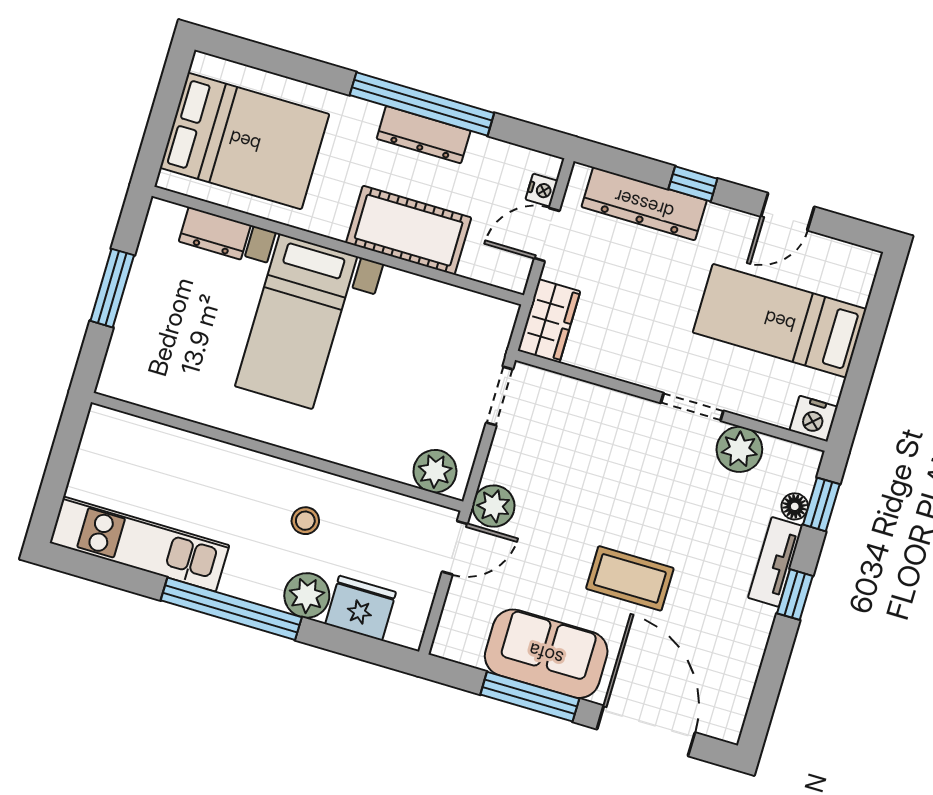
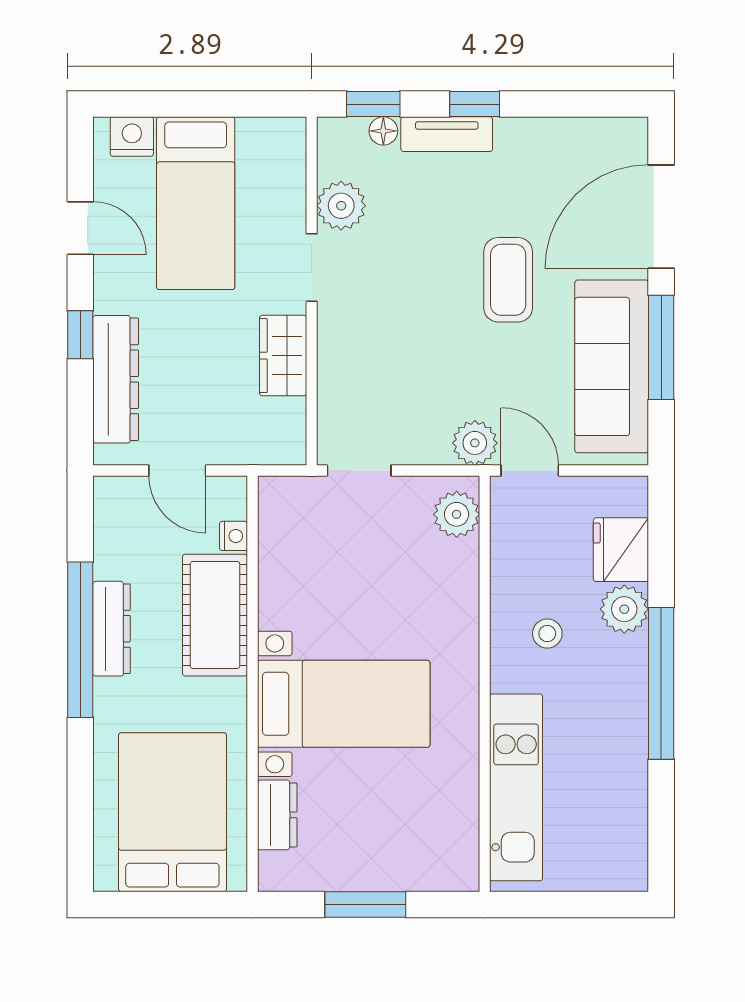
nightstand: (542, 190) -> (233, 536), moved, turned 90
wardrobe: (549, 321) -> (283, 356), moved, turned -90
nightstand: (814, 419) -> (132, 137), moved, turned -90
kitchen unit: (139, 544) -> (516, 787), moved, turned 180
sofa: (546, 654) -> (612, 366), width x1.36

